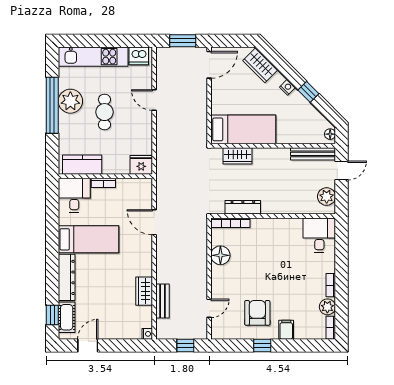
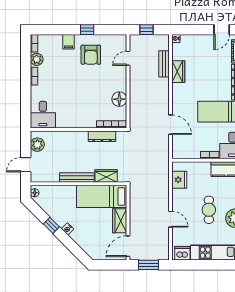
wardrobe: (260, 65) -> (120, 221), moved, turned -135
bench: (313, 154) -> (77, 177), moved
fridge: (141, 165) -> (179, 180), moved, turned -90

